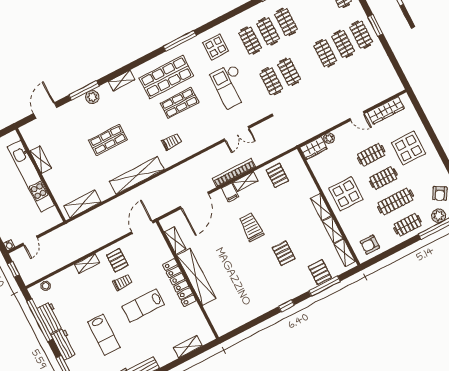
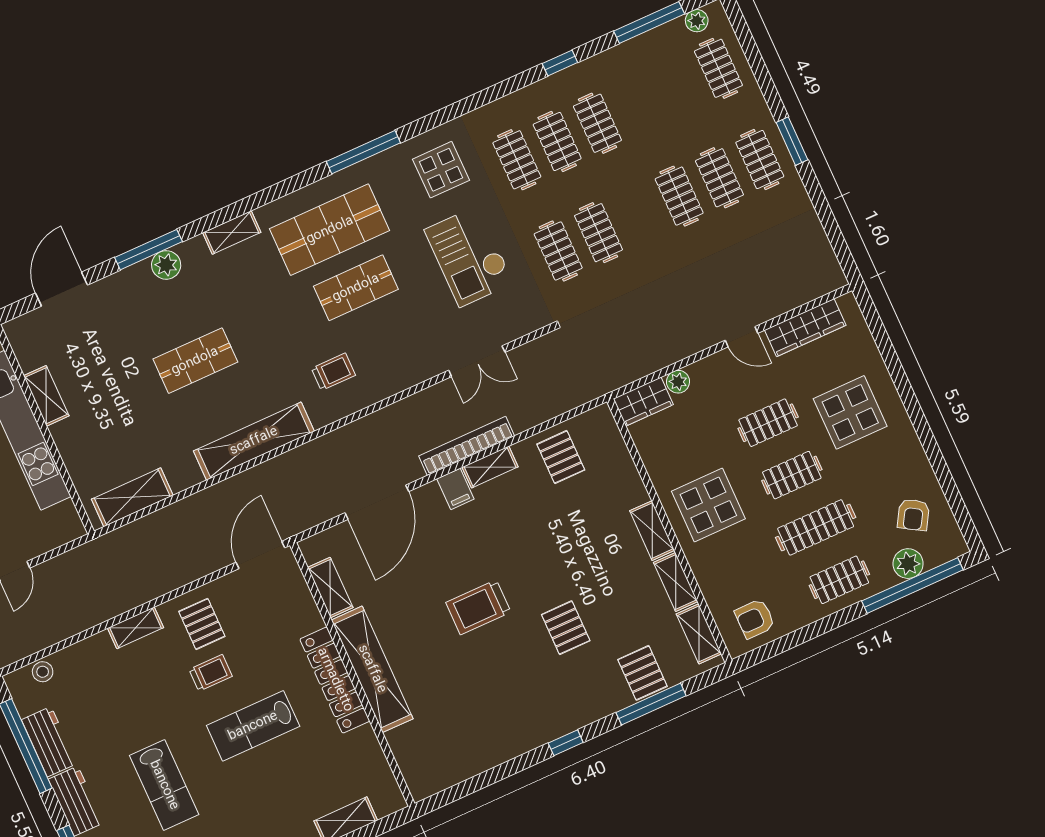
trolley: (251, 227) -> (478, 607), moved, turned -90

